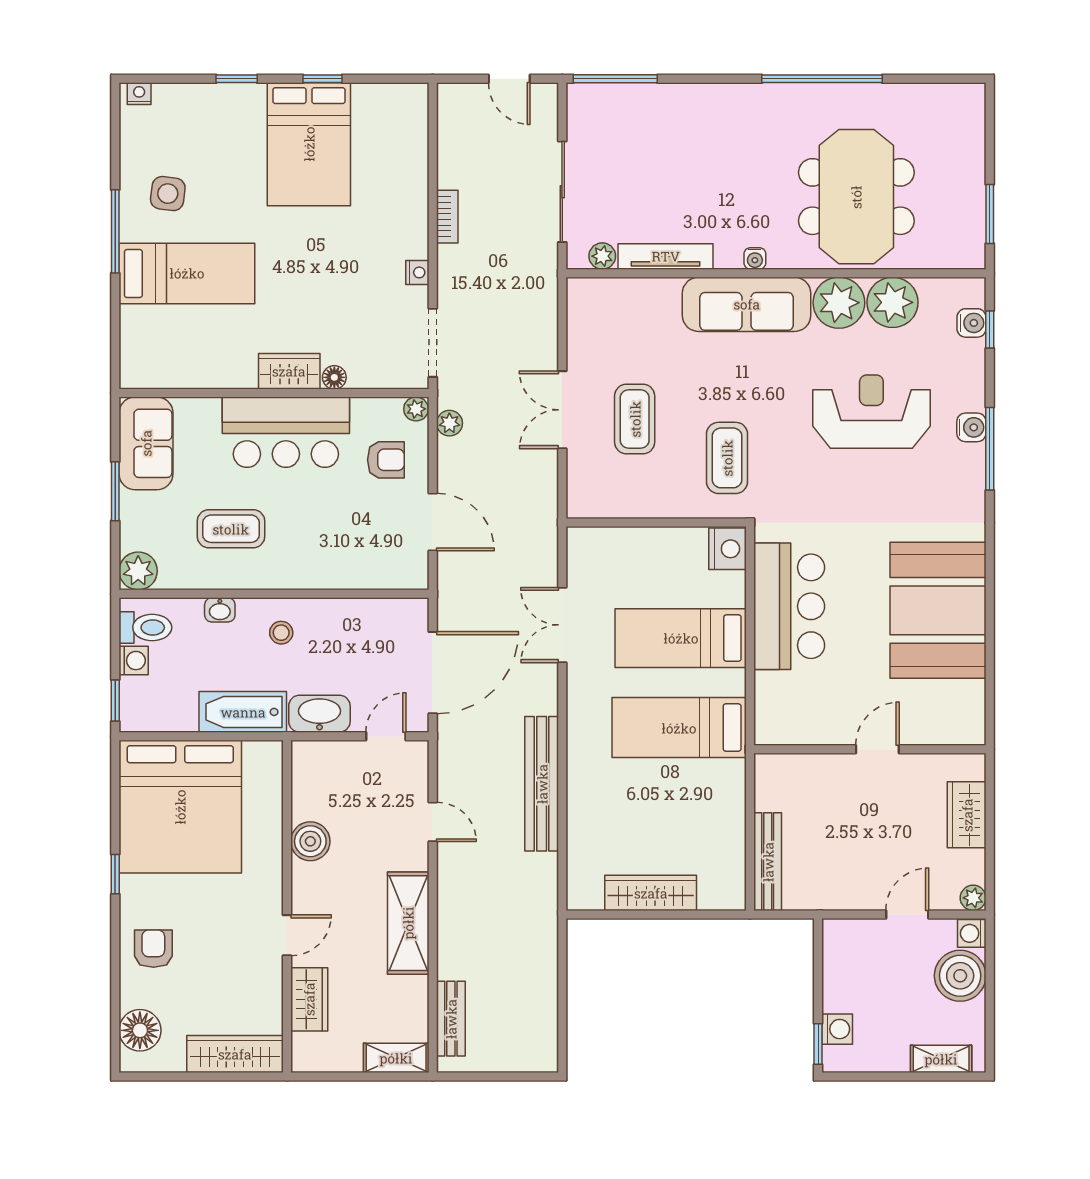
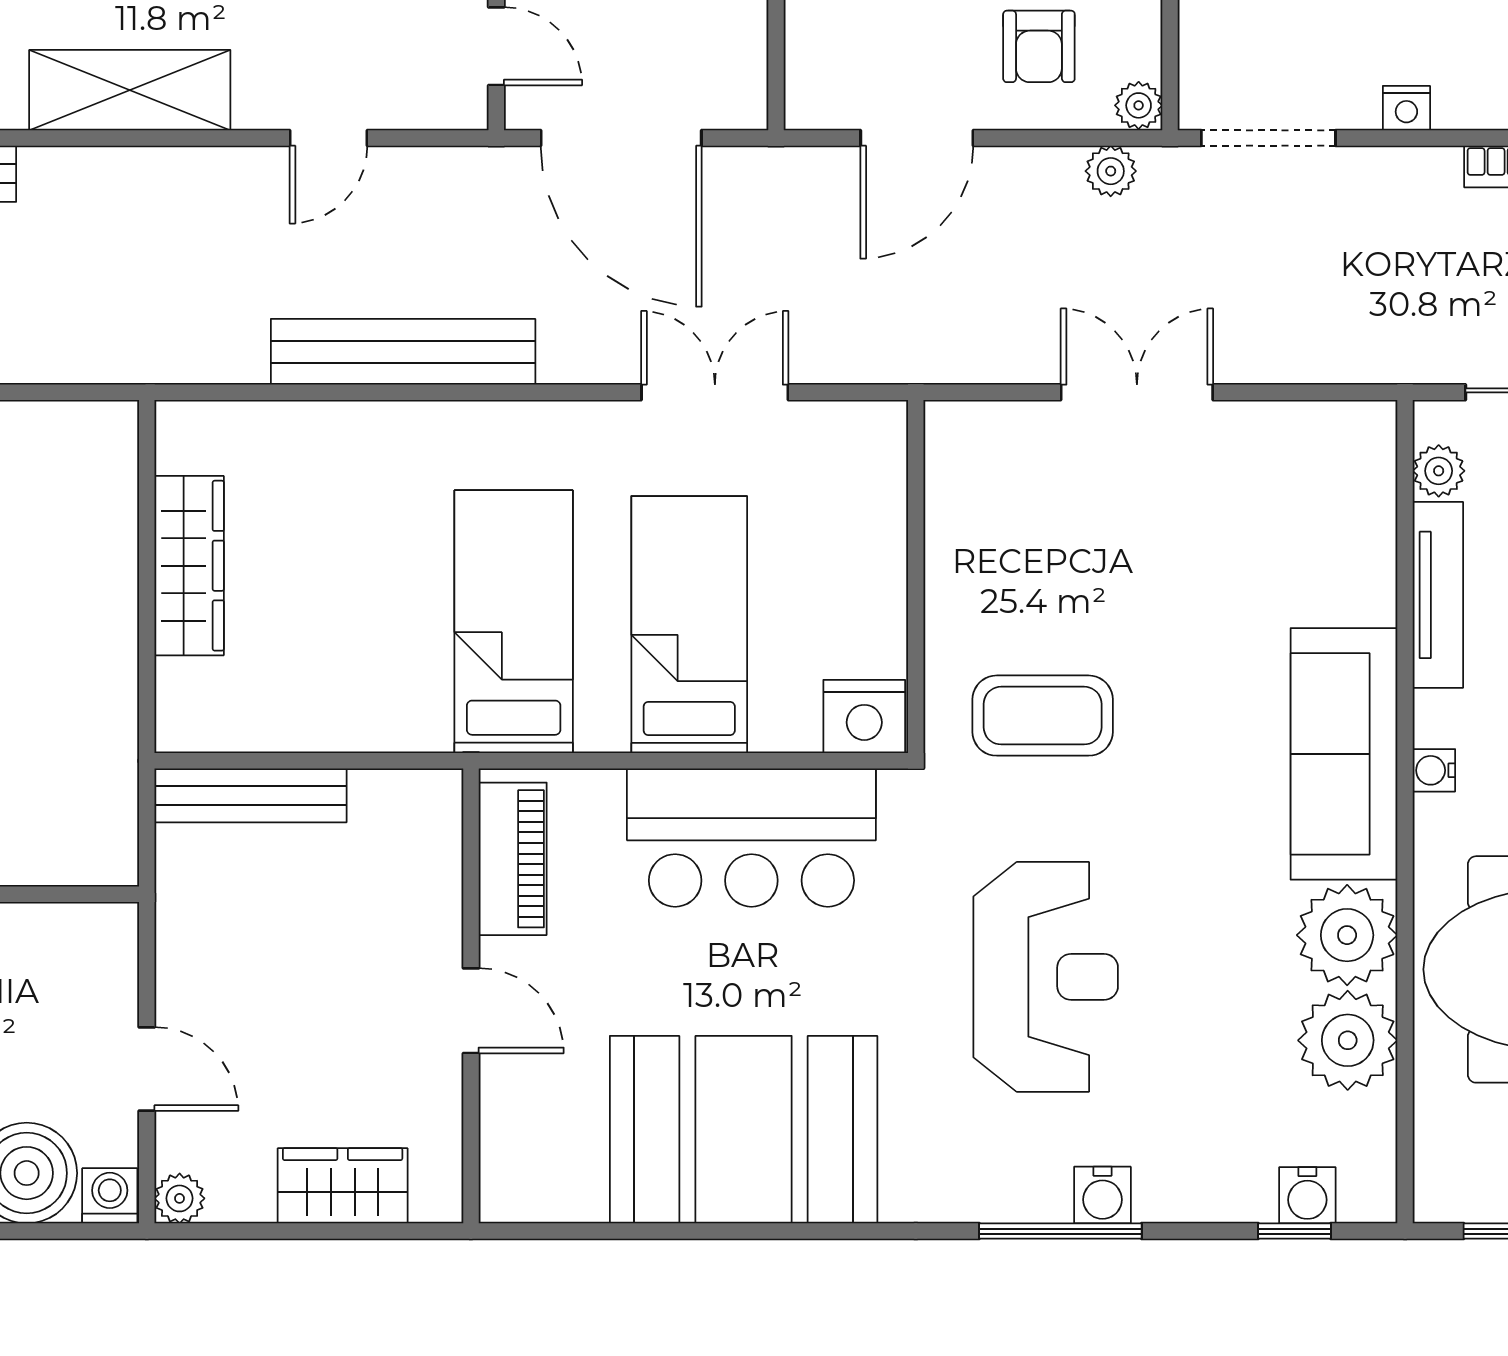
reception desk: (871, 412) -> (1046, 977), moved
coffee table: (635, 419) -> (1119, 534), removed
piano: (800, 728) -> (513, 859), added

